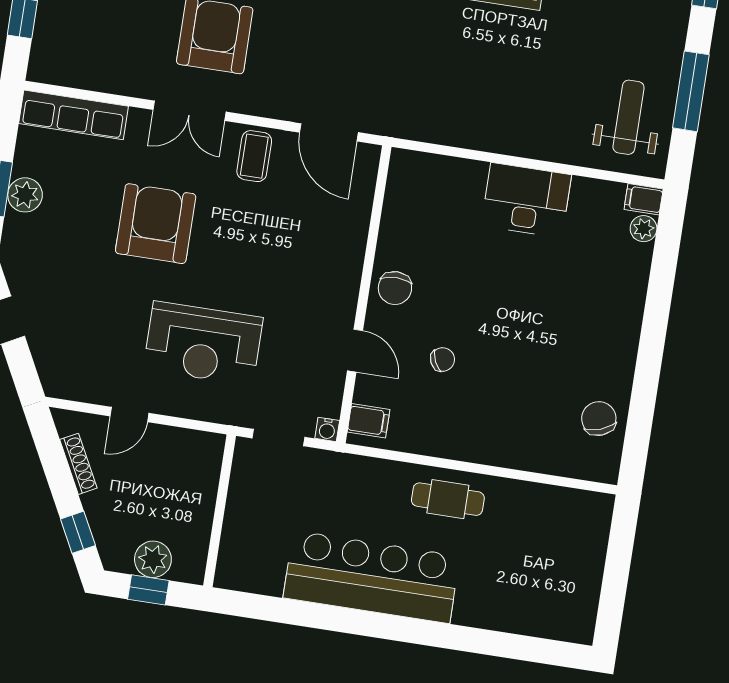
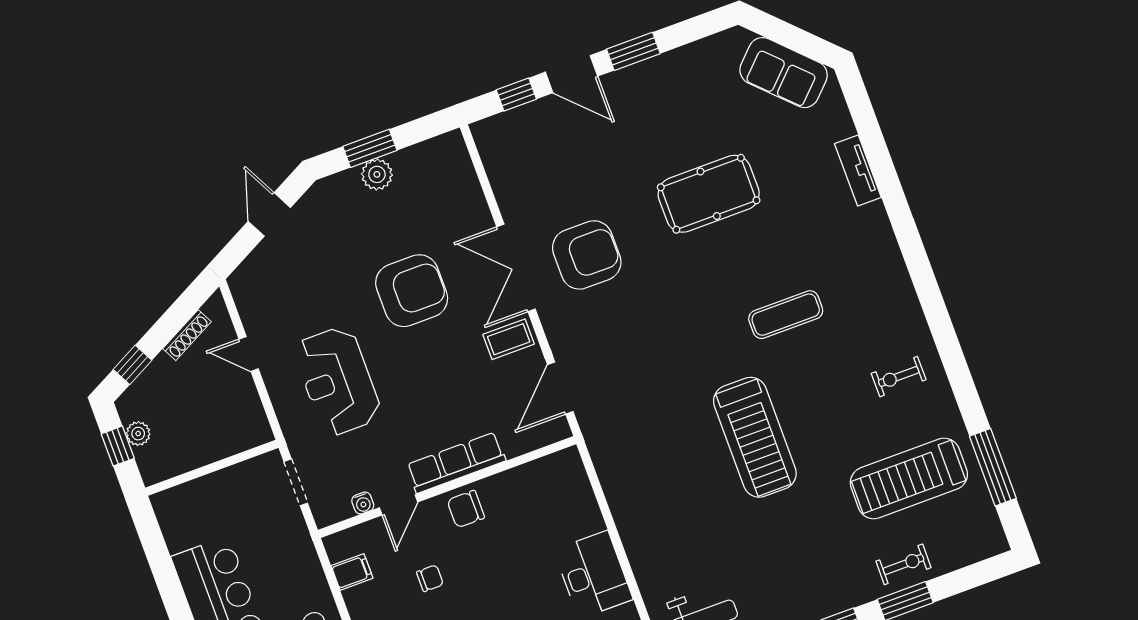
double door: (189, 111) -> (516, 268), width x1.37
row of seats: (73, 115) -> (456, 463), moved, turned 90
chair: (443, 360) -> (430, 578), turned -65
filing cabinet: (369, 421) -> (352, 572), moved, turned -90
water cooler: (327, 429) -> (363, 503), moved, turned -90
plant: (153, 559) -> (138, 434), width x0.73, depth x0.73

